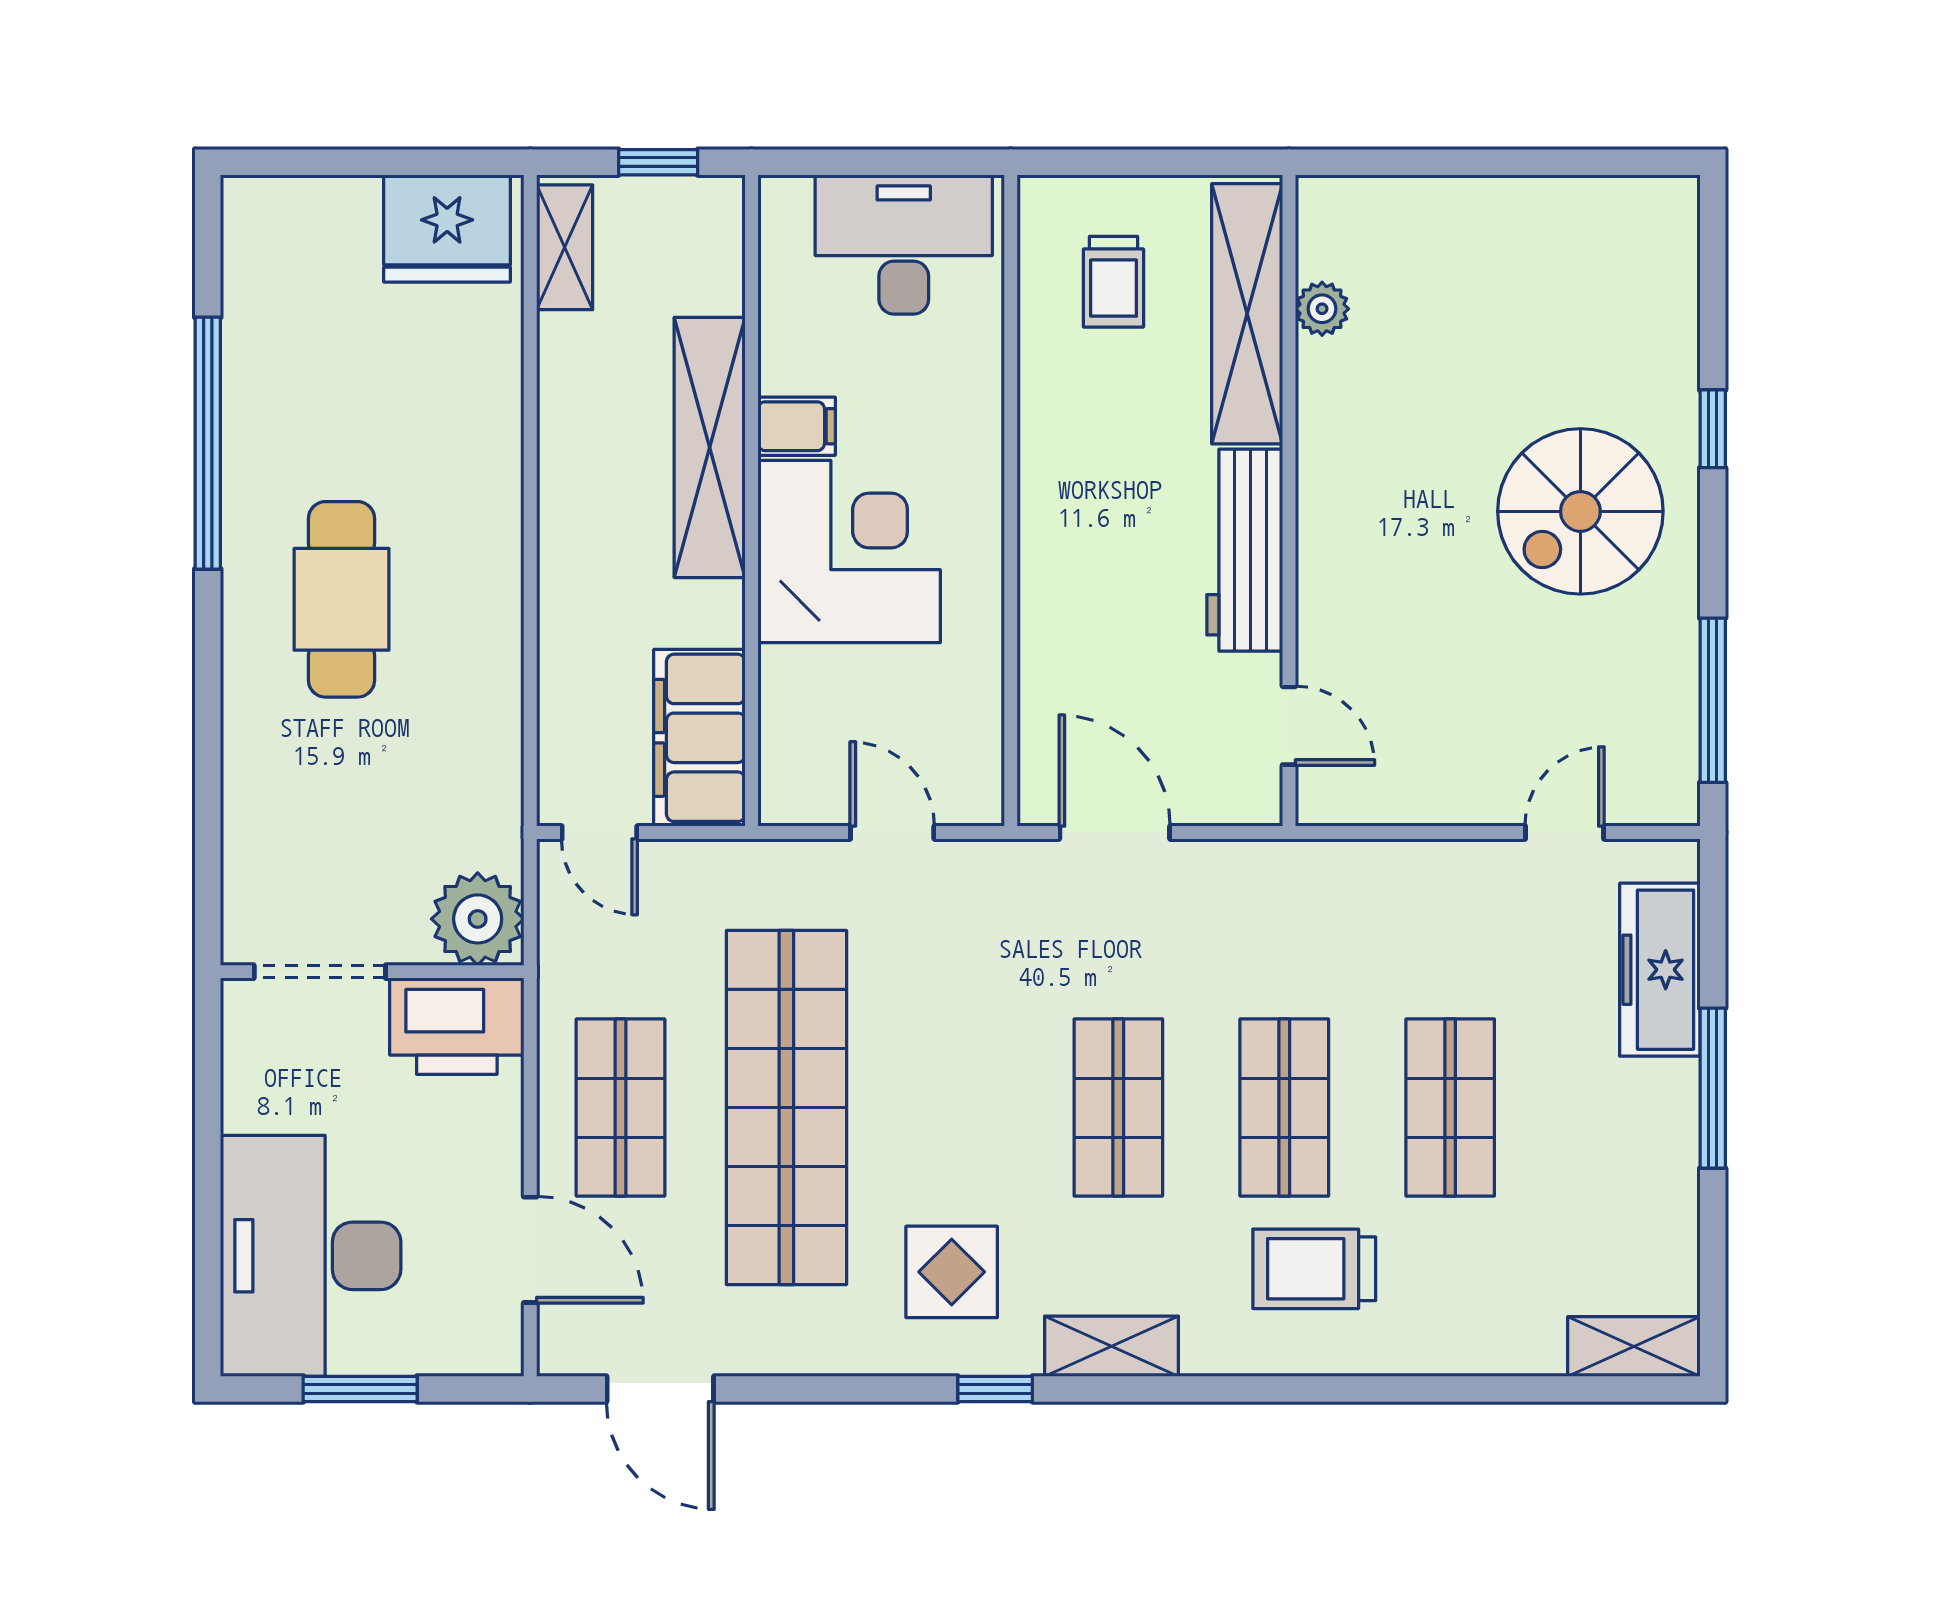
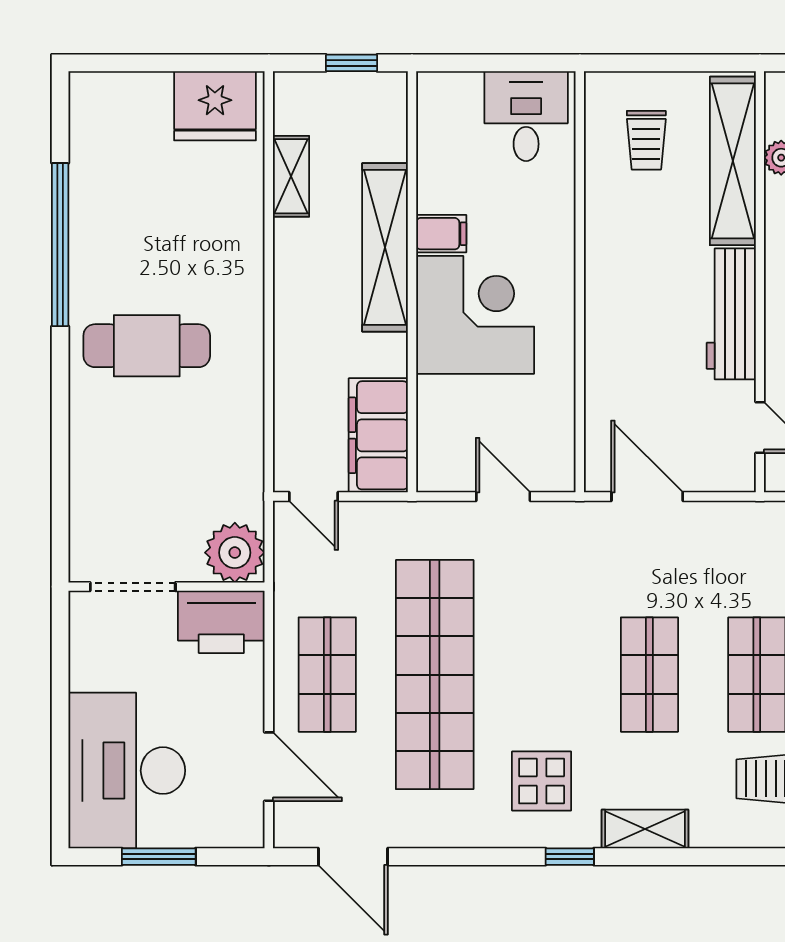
desk: (904, 244) -> (526, 116), width x0.73
shelving: (565, 247) -> (291, 176), moved
cafe table: (342, 599) -> (147, 346), turned 90

